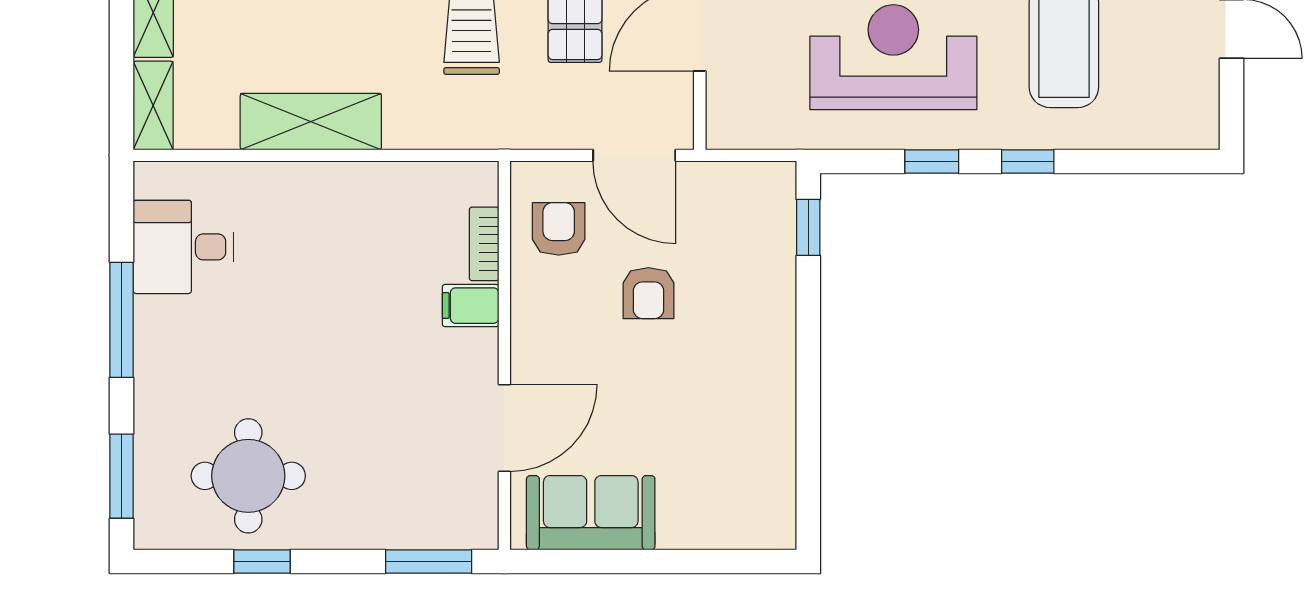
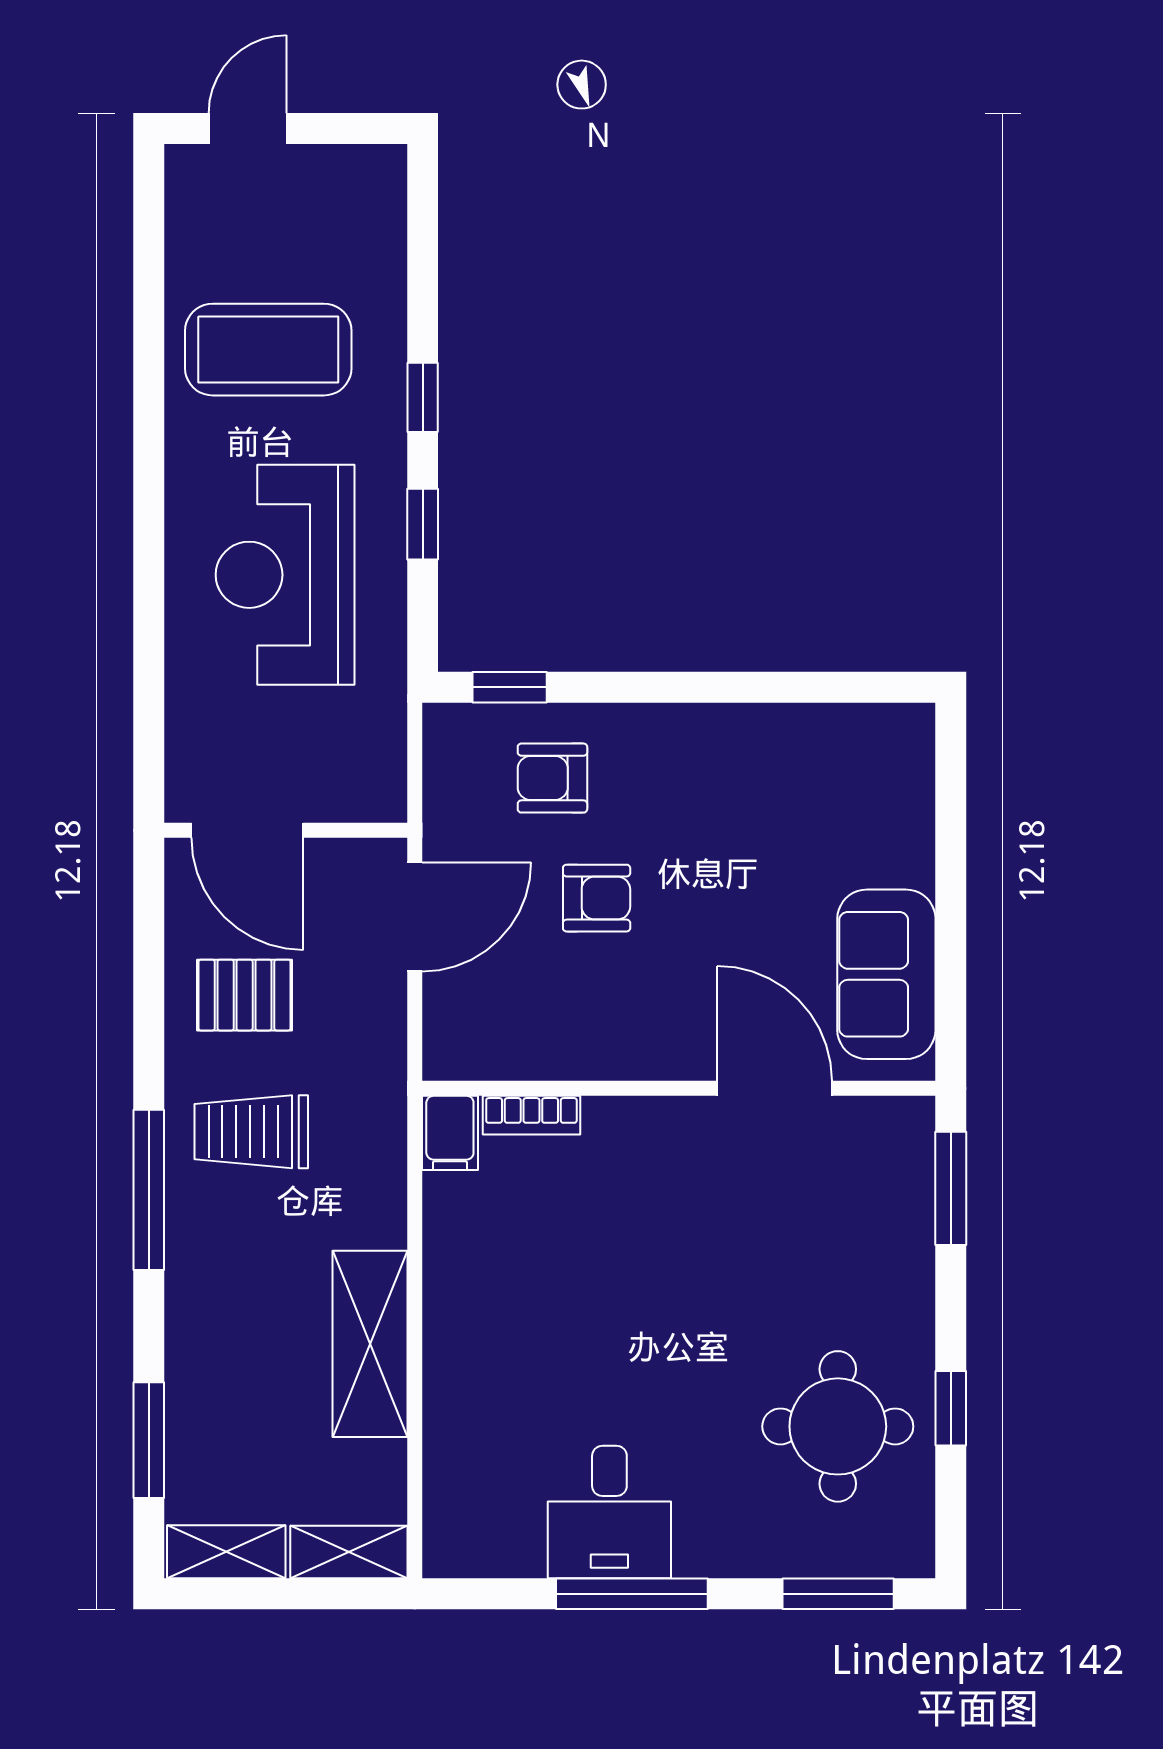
armchair: (559, 229) -> (552, 778), moved
desk: (183, 247) -> (609, 1512), moved
filing cabinet: (471, 306) -> (450, 1133), moved

